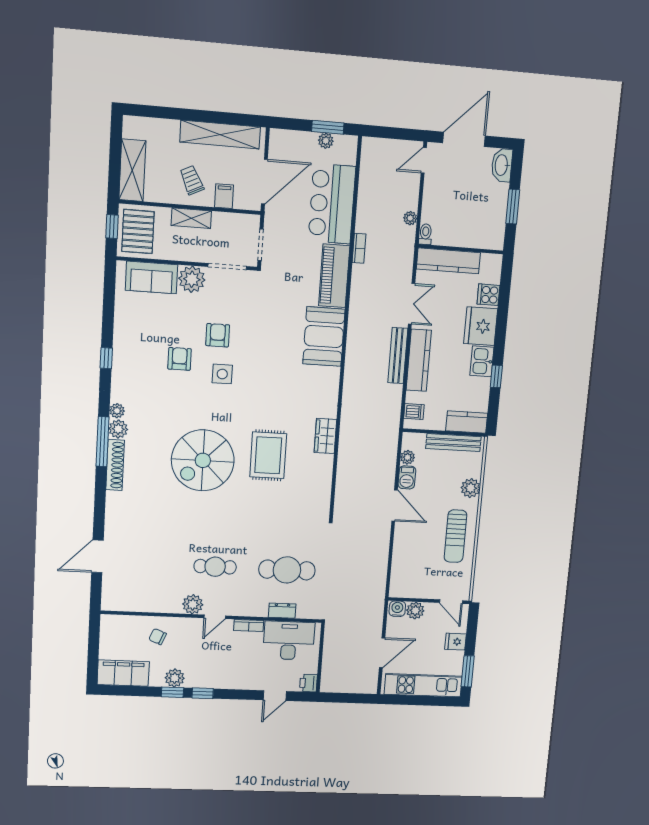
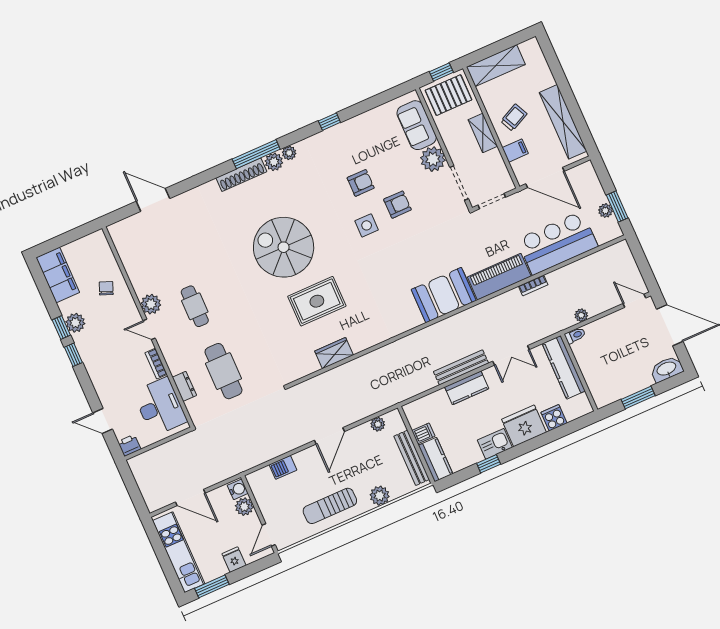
kitchen counter: (419, 360) -> (467, 388), width x0.67
dishwasher: (414, 412) -> (423, 433), moved, turned -90
wardrobe: (325, 436) -> (334, 353), moved
barbecue: (407, 477) -> (283, 467), moved

